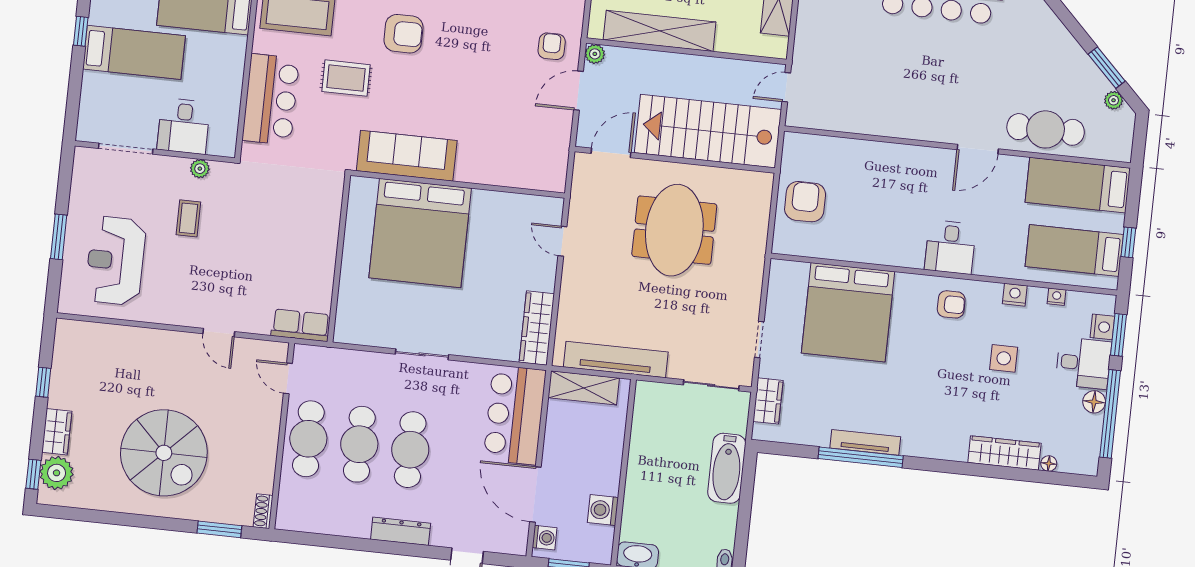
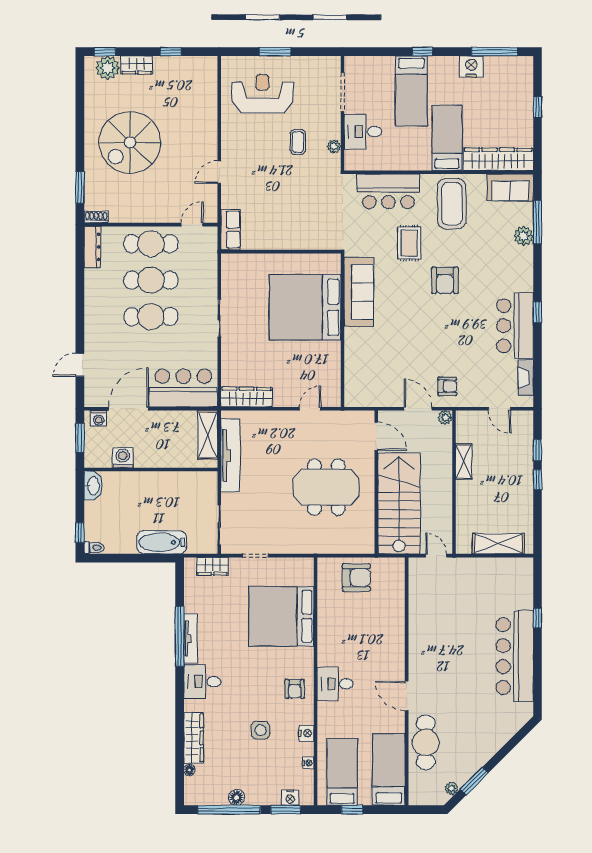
shelving: (660, 31) -> (464, 462), width x0.45, depth x0.75
coffee table: (188, 218) -> (298, 142), turned 90
desk: (1083, 363) -> (202, 682), moved, turned 90
dresser: (401, 531) -> (92, 247), moved

